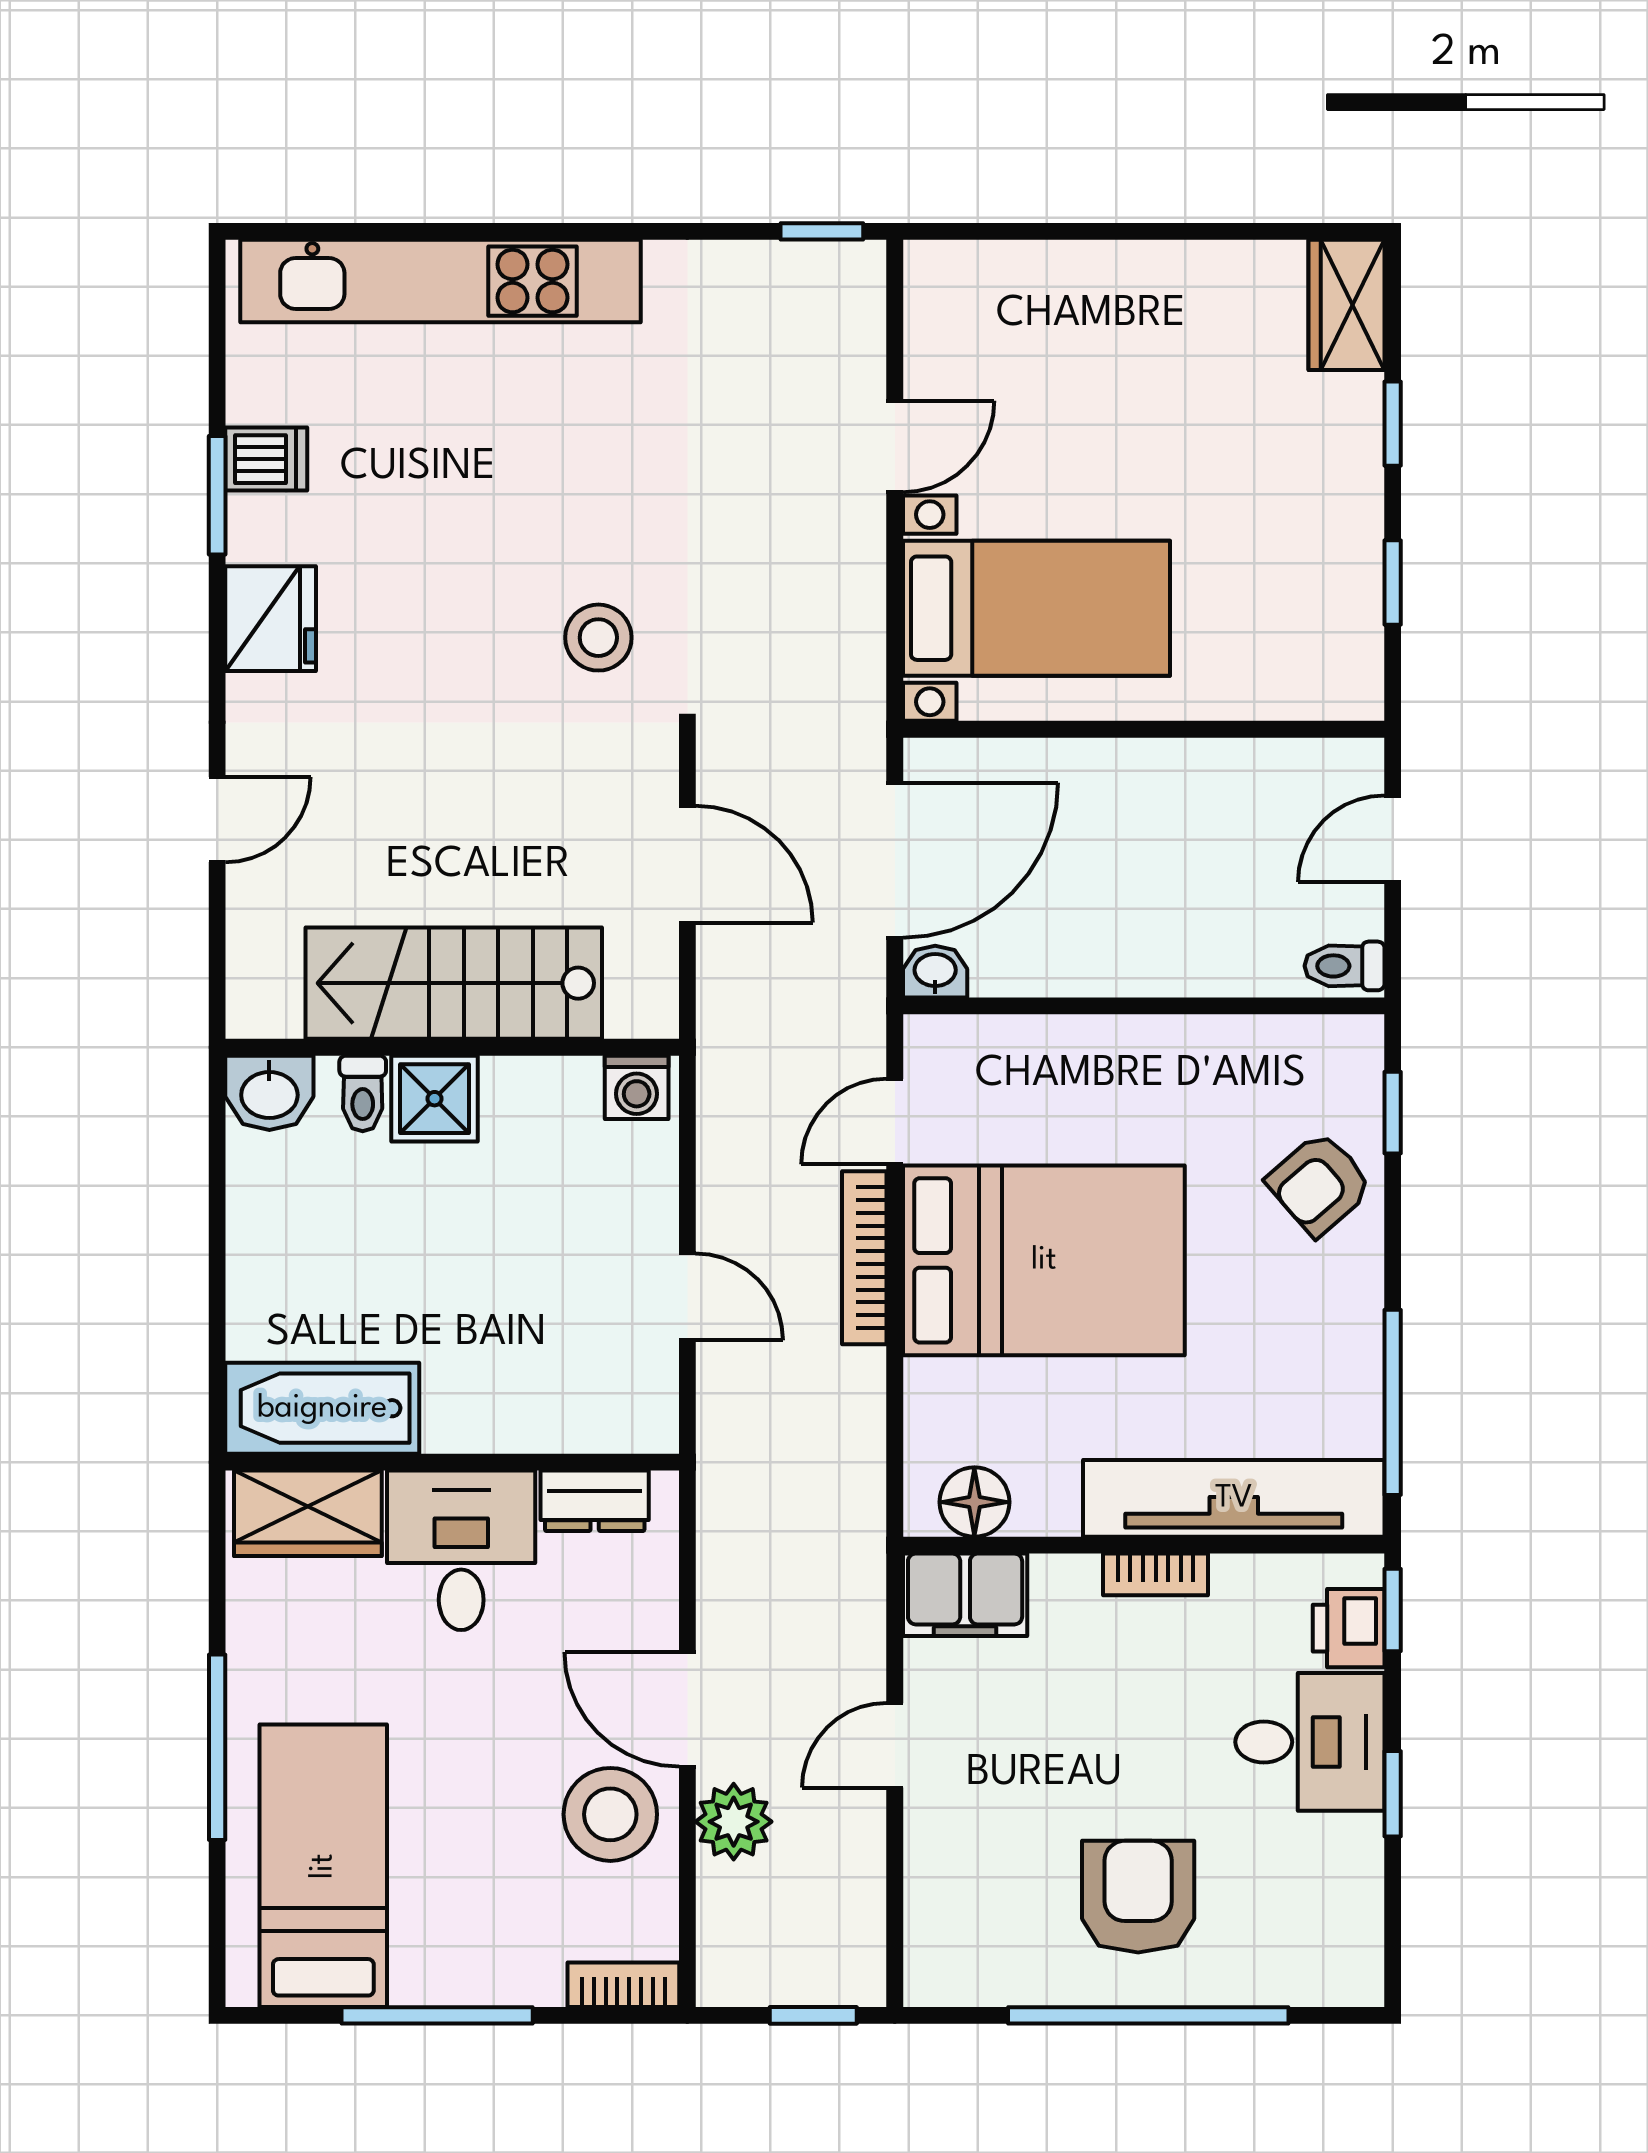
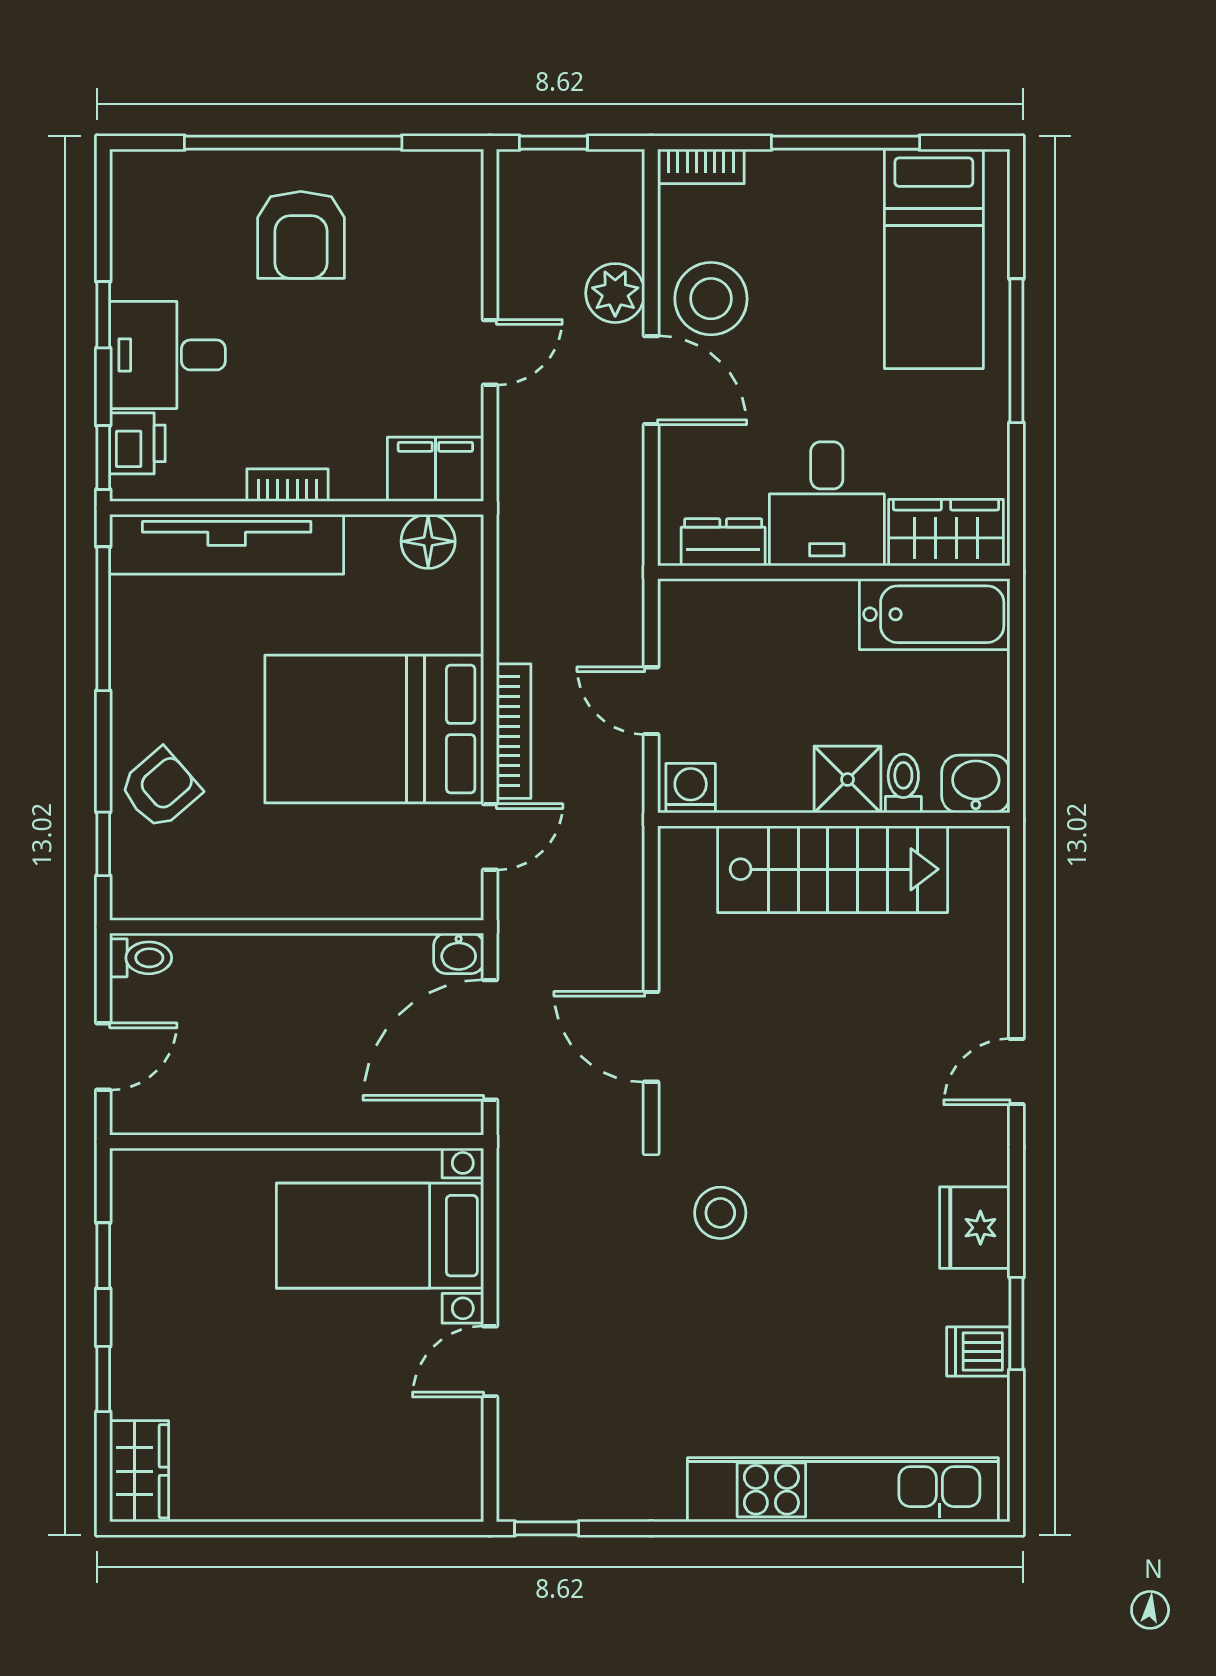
stairs: (454, 983) -> (833, 869), moved
wall: (452, 1047) -> (834, 819), moved
washing machine: (637, 1087) -> (691, 788), moved
washbasin: (269, 1093) -> (976, 784), moved
toilet: (363, 1093) -> (903, 784), moved
shower: (435, 1099) -> (848, 779), moved

